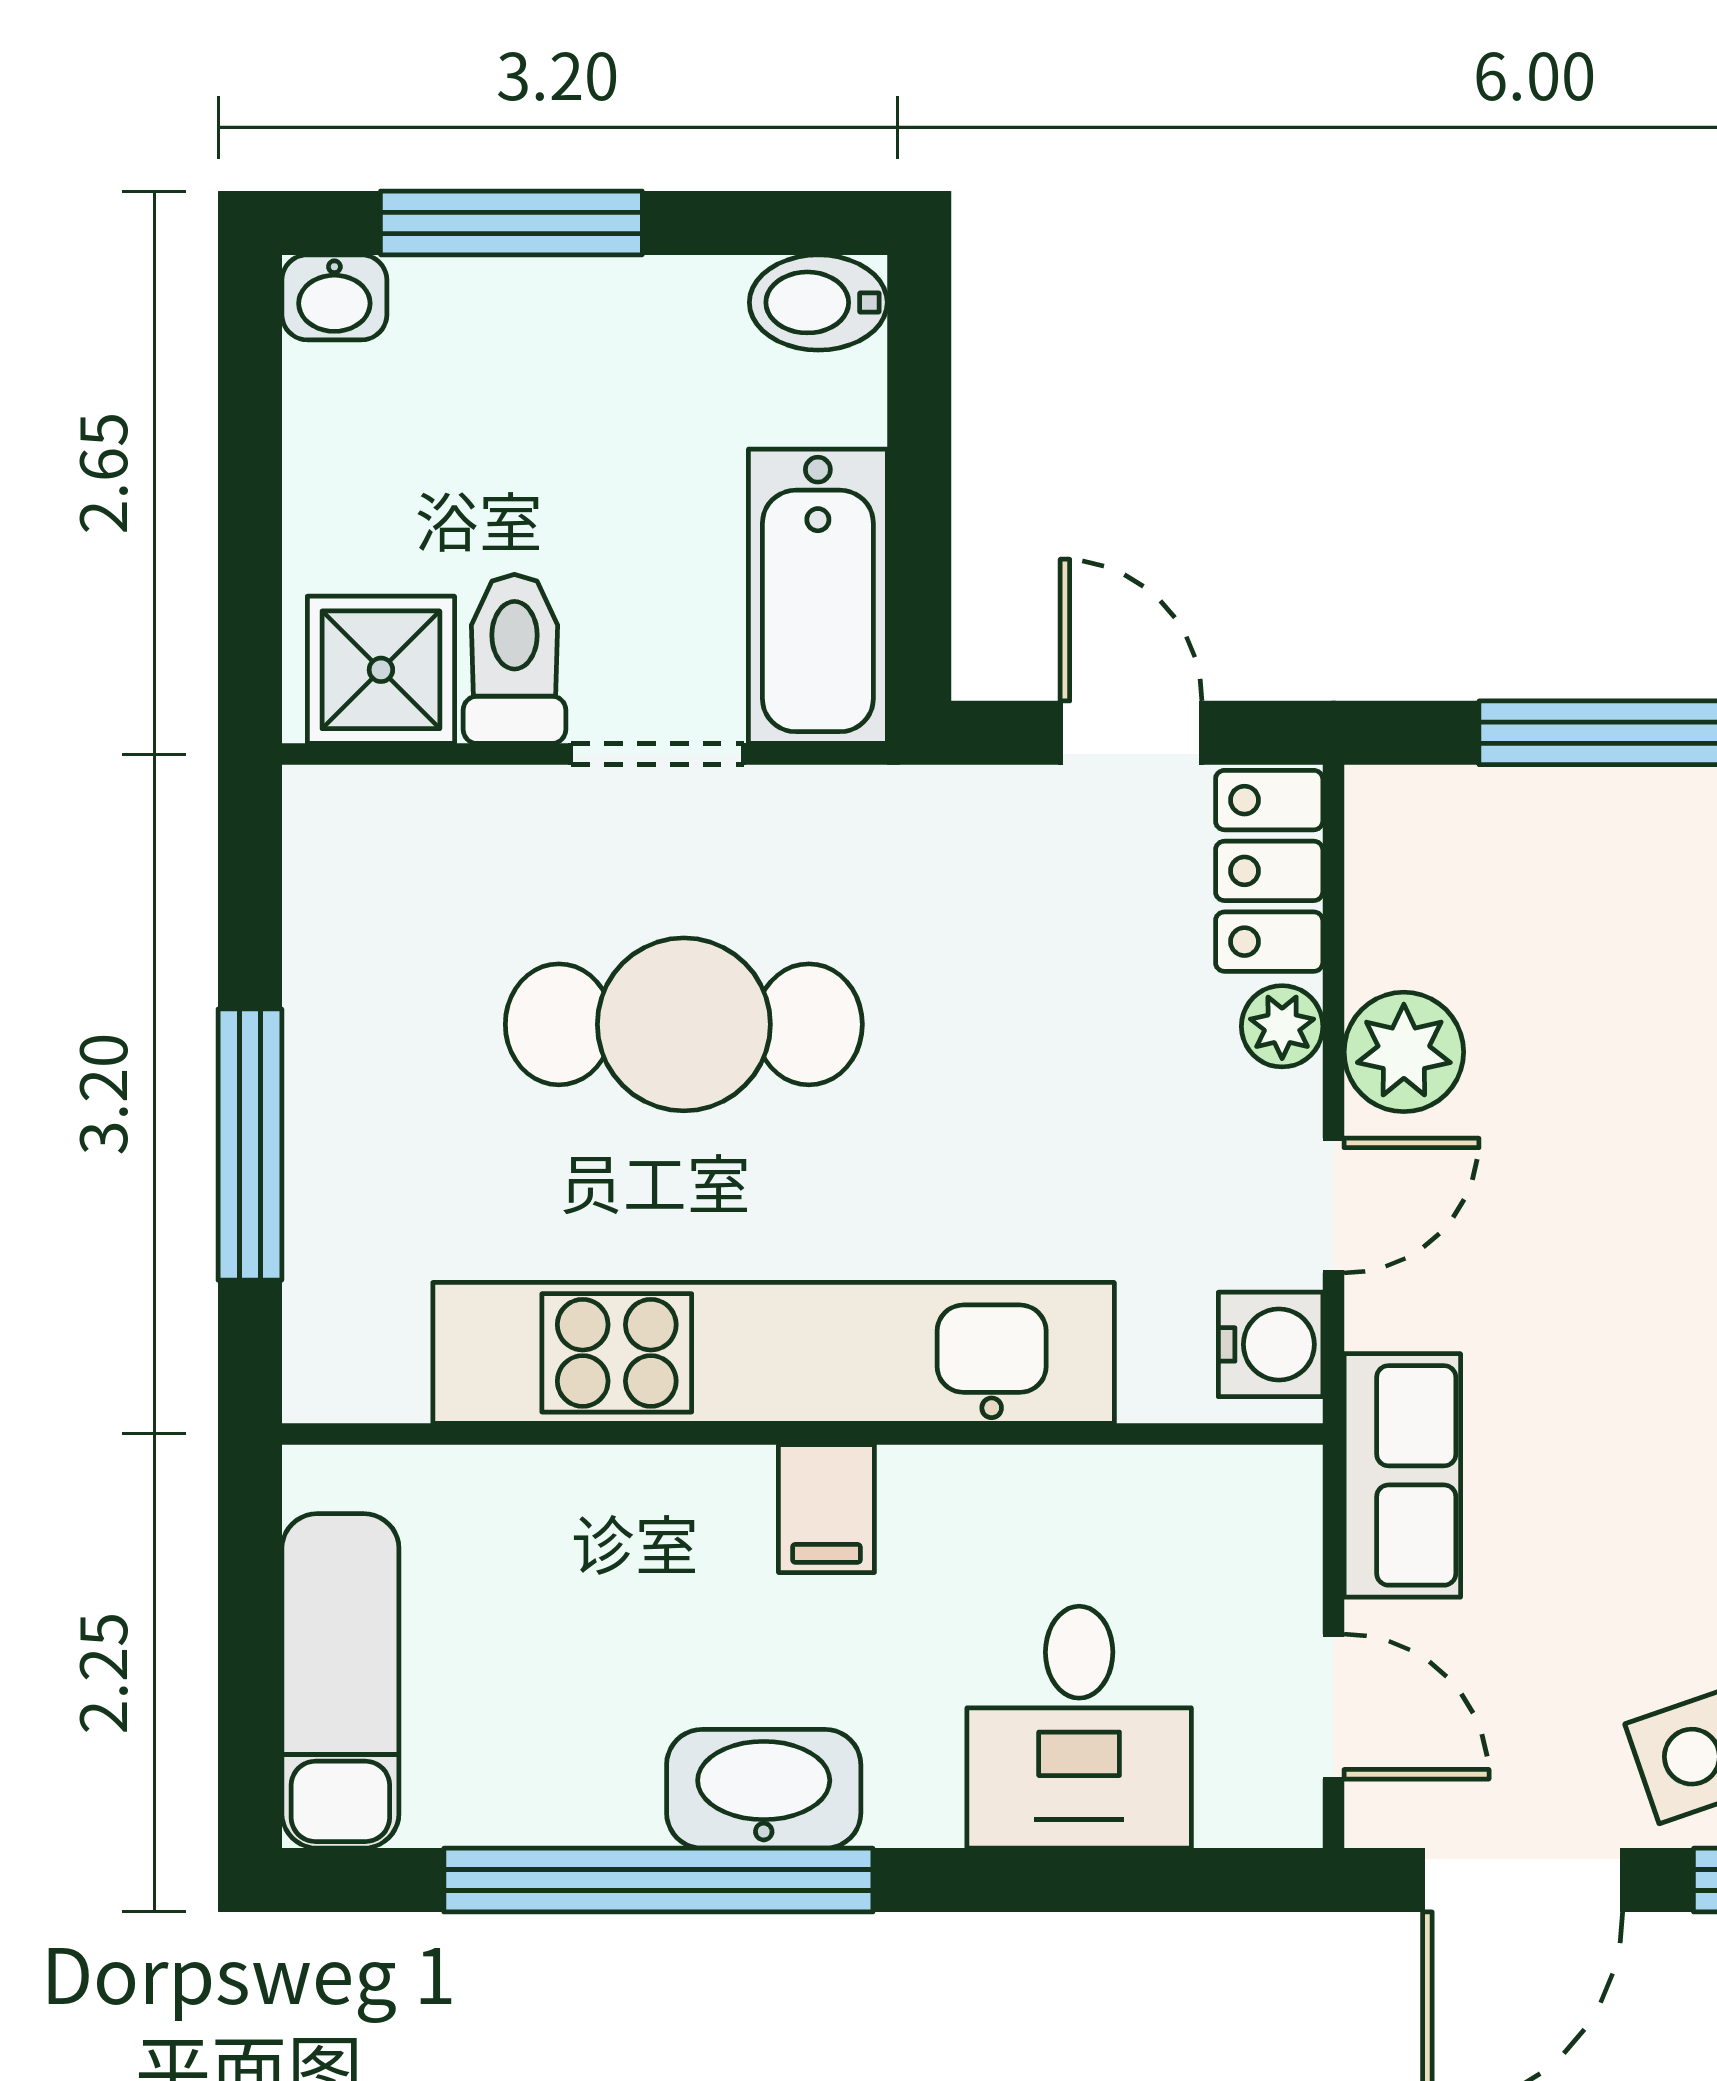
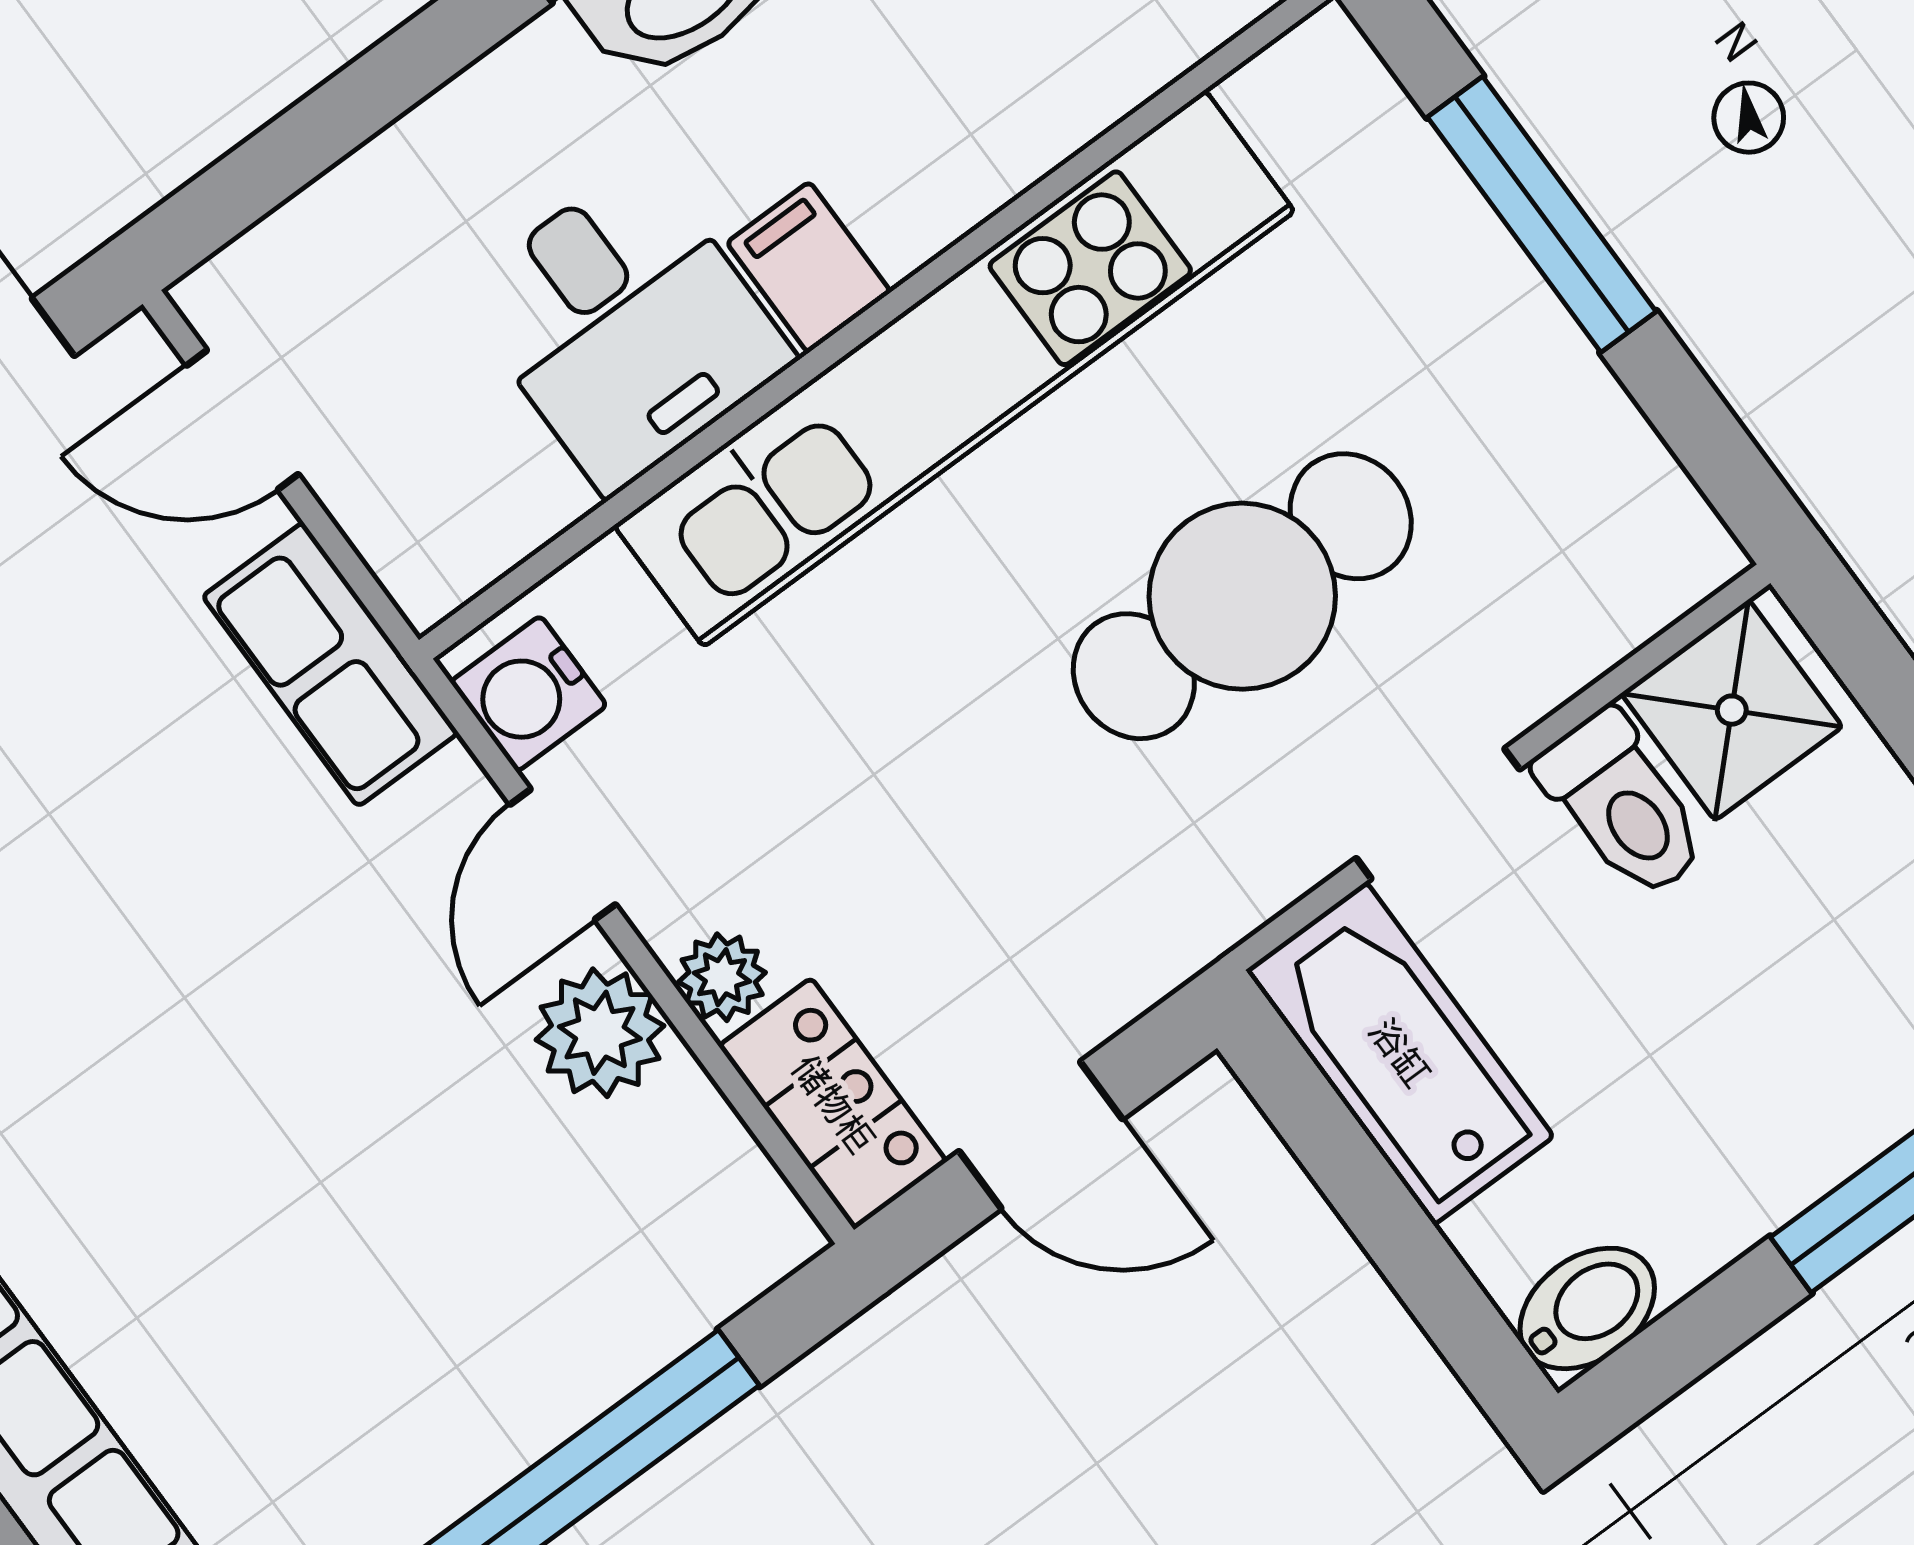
desk: (1079, 1727) -> (626, 326), moved, turned 180

